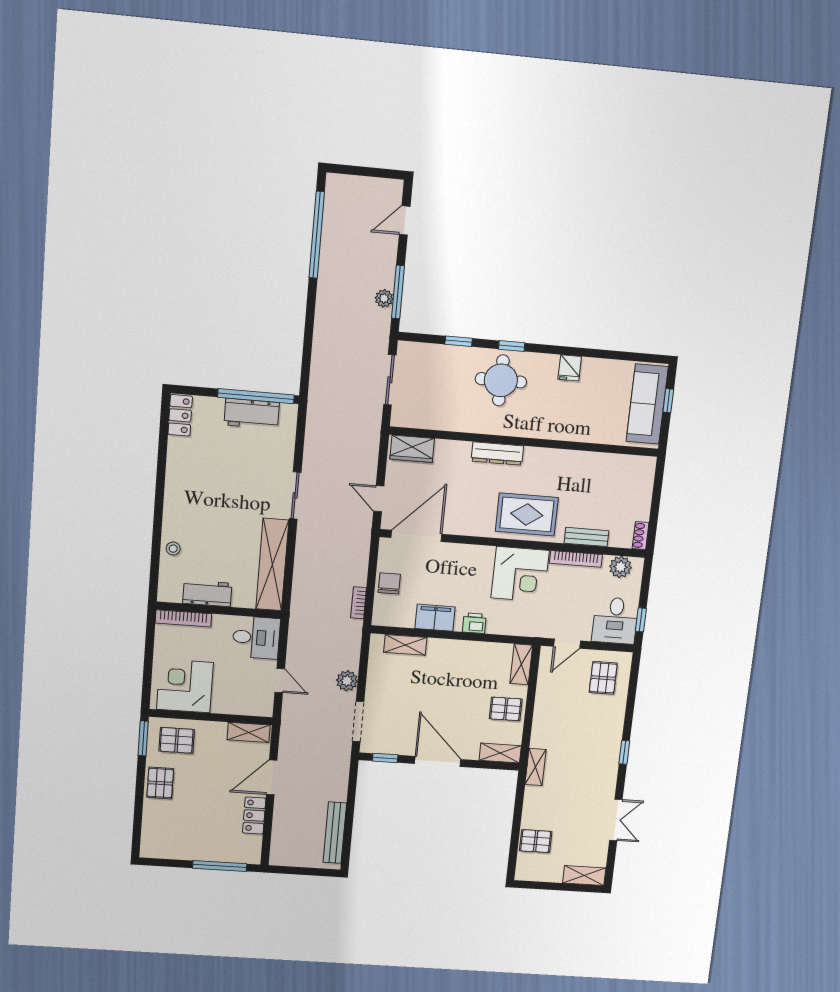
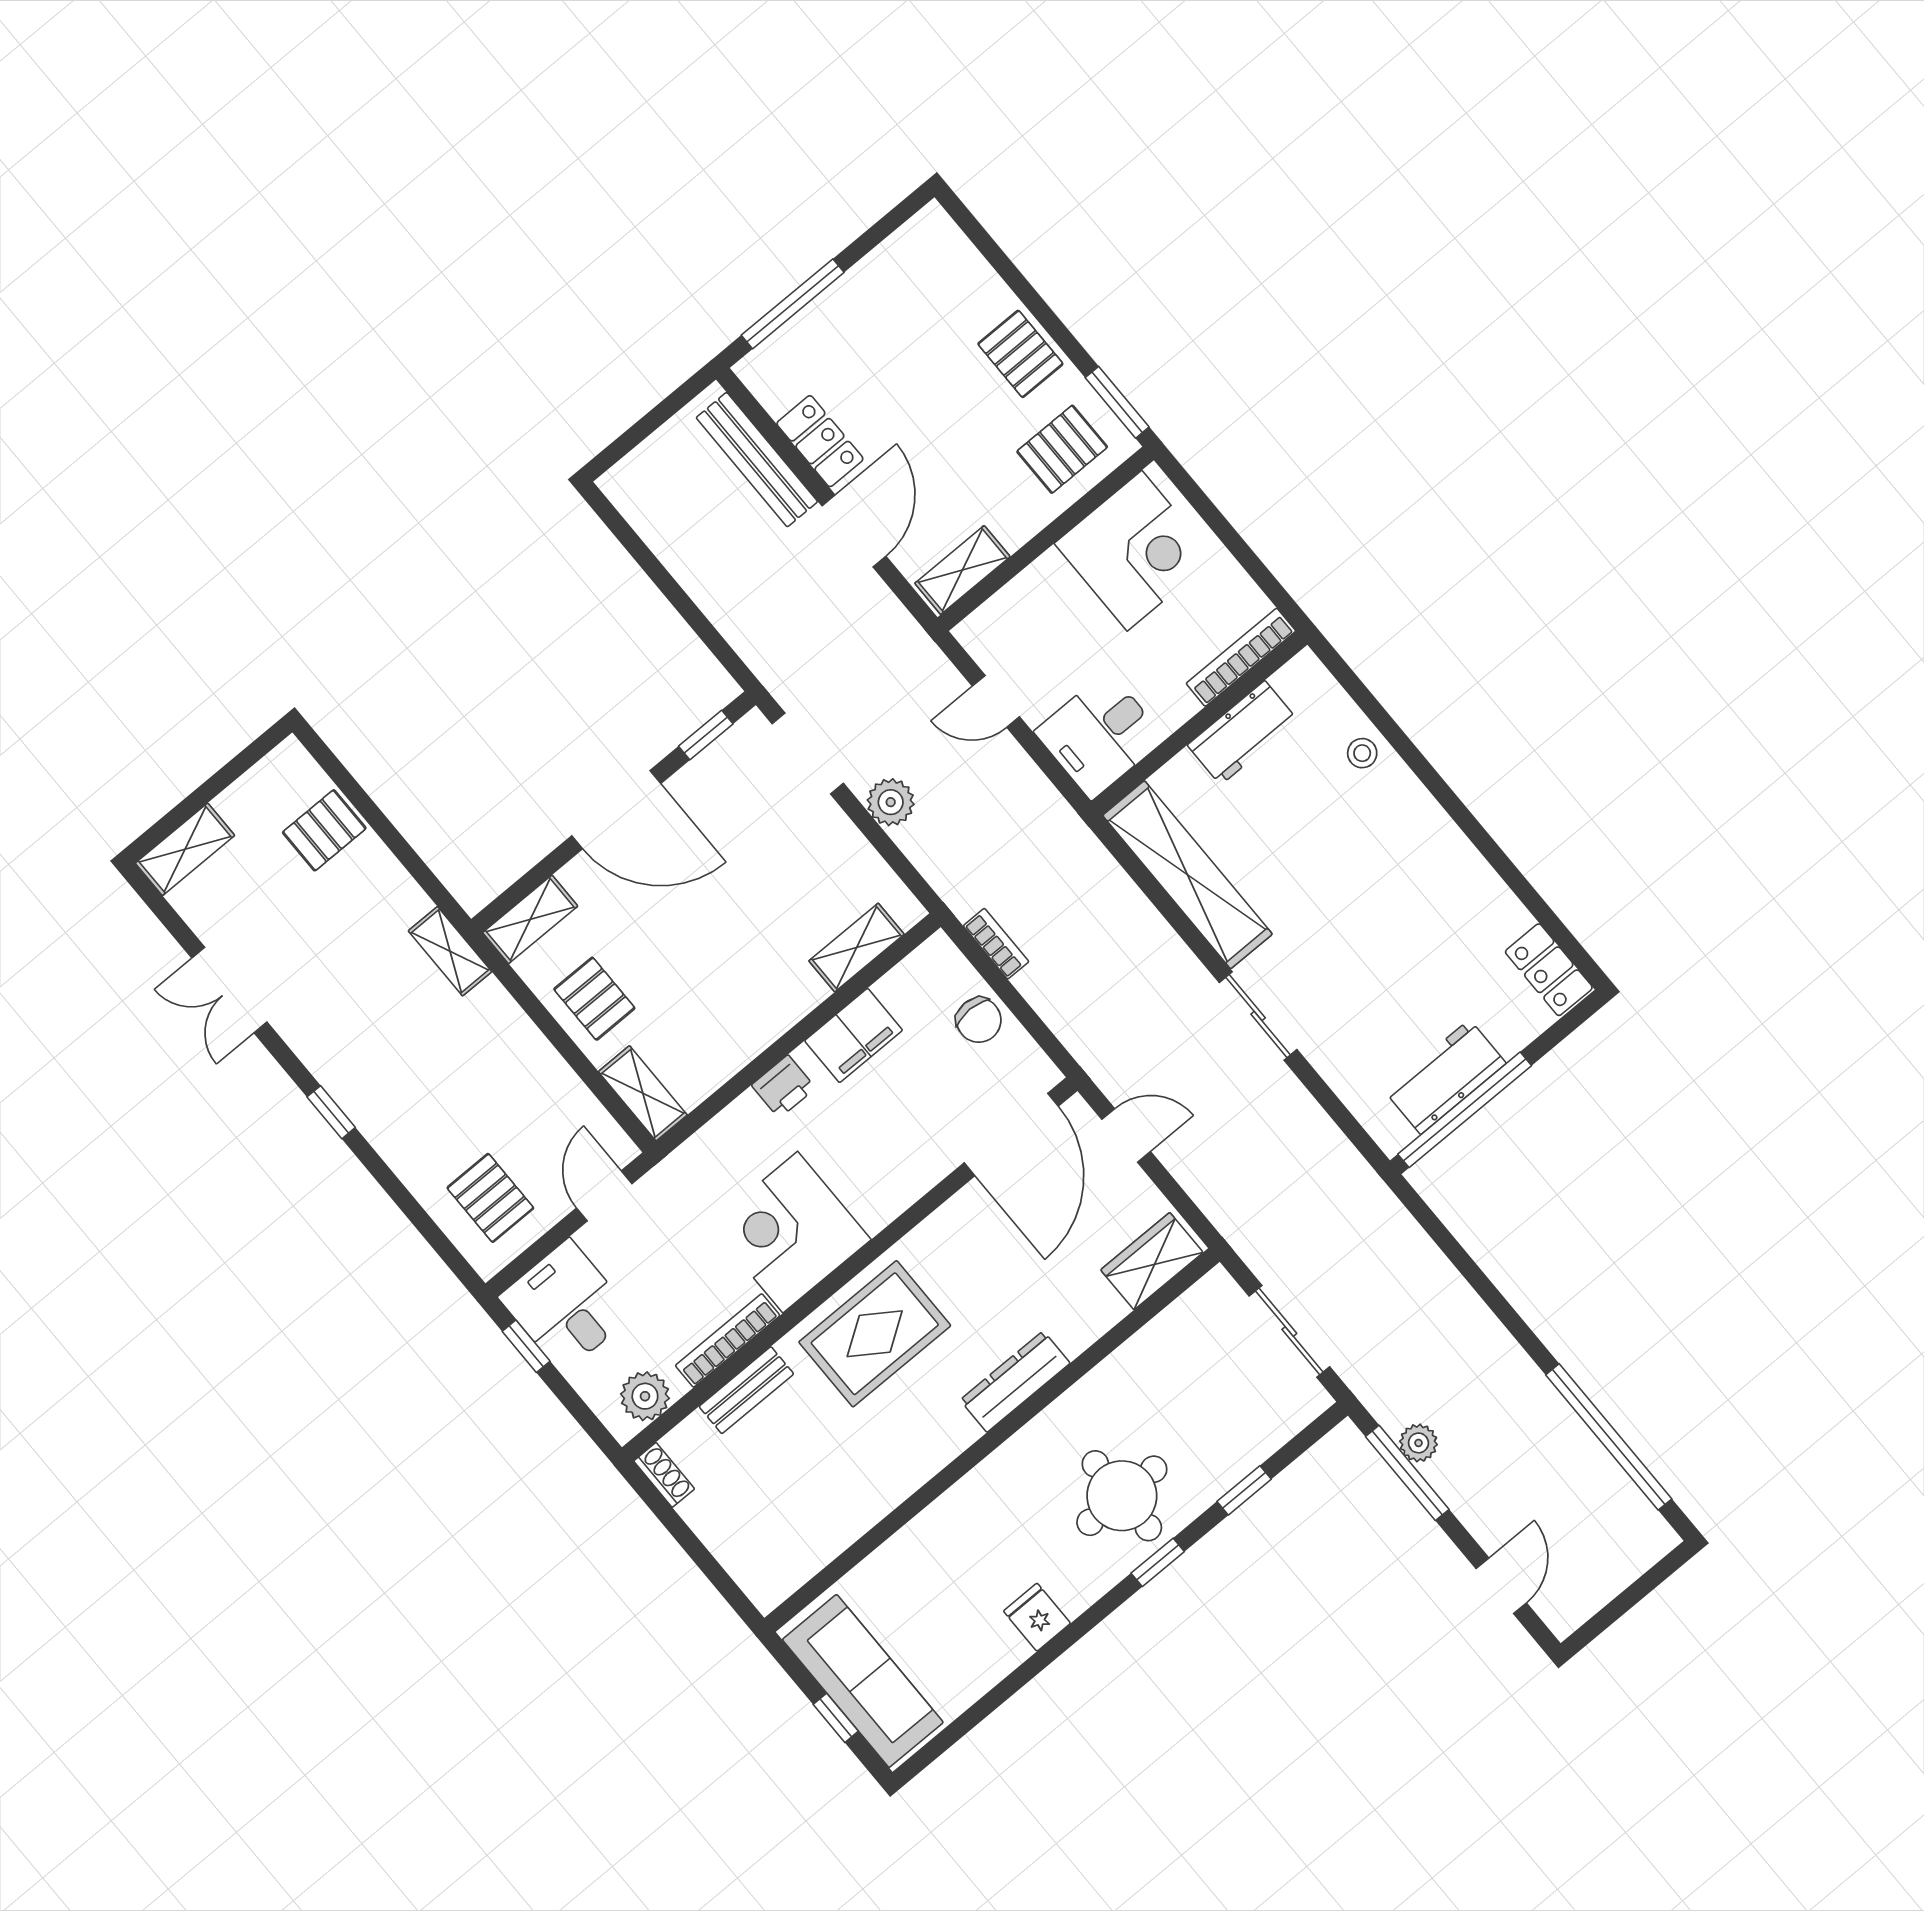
pallet: (506, 709) -> (594, 999), turned 90
bench: (335, 833) -> (757, 460), moved

